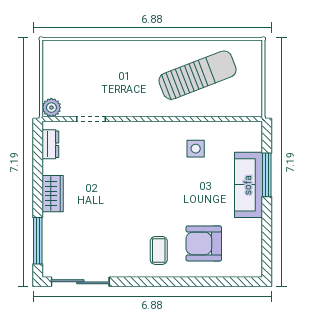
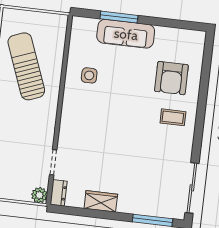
dresser: (50, 144) -> (59, 193), moved, turned 90
wardrobe: (53, 194) -> (101, 201), moved

